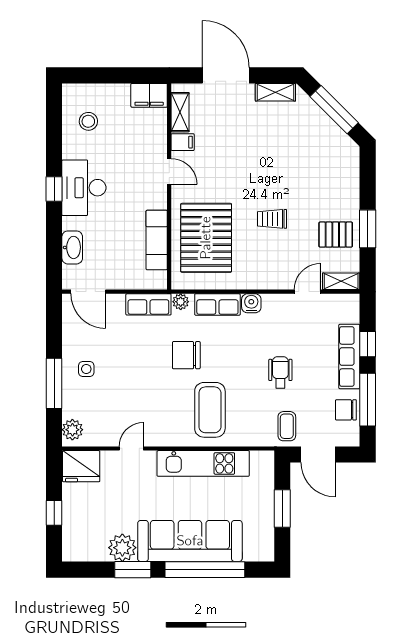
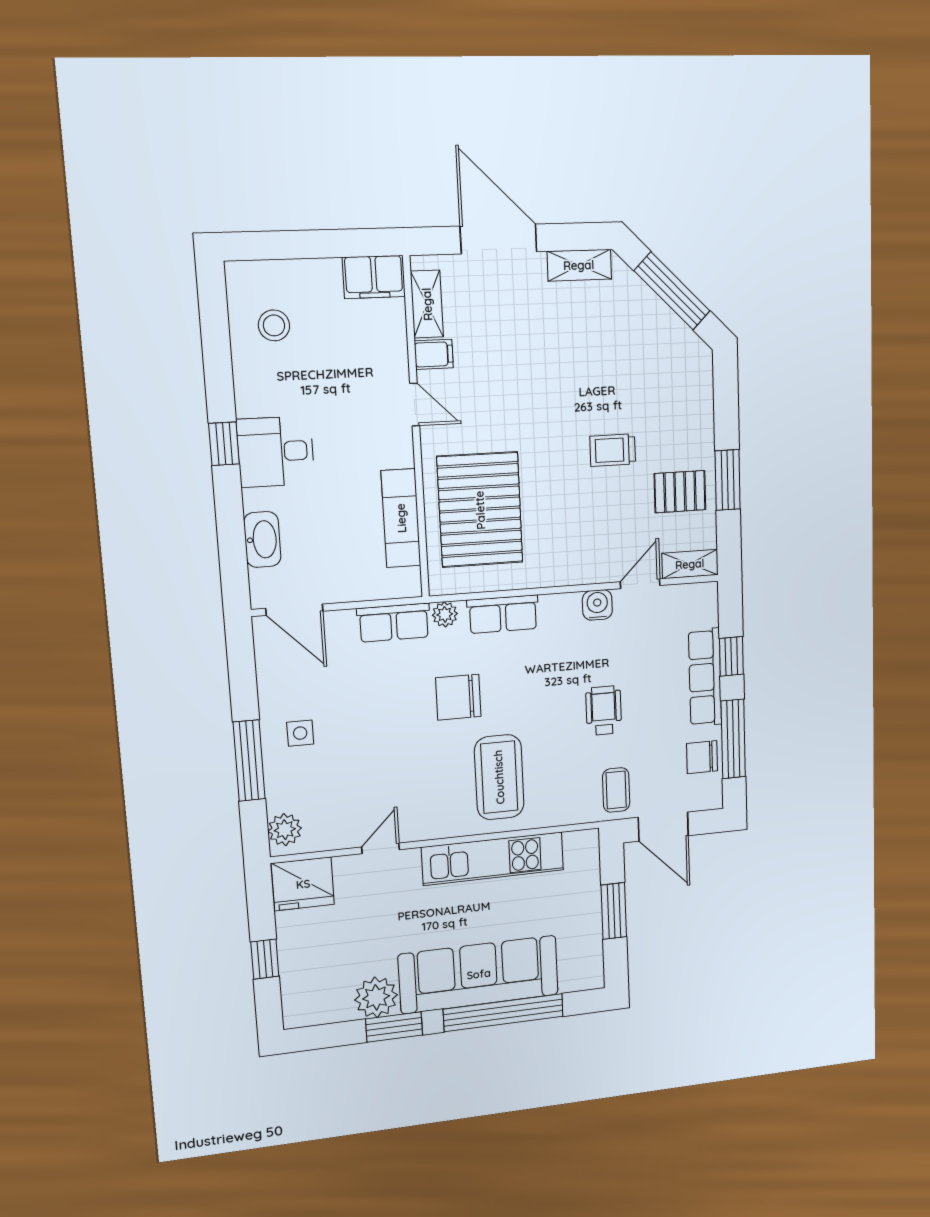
desk: (84, 188) -> (276, 452), width x0.73
trolley: (272, 219) -> (613, 450), moved
water cooler: (251, 303) -> (597, 605), moved

